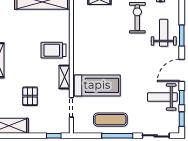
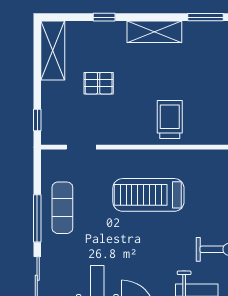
shelving: (65, 77) -> (128, 137), removed
treadmill: (97, 85) -> (148, 195), moved, turned 90

